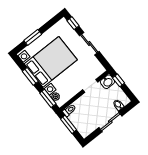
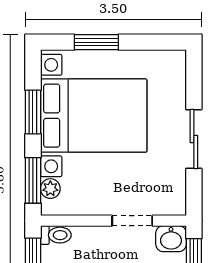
window: (73, 23) -> (194, 76), removed

